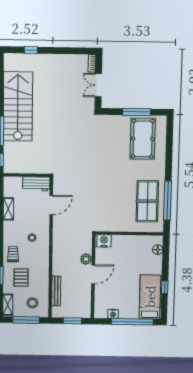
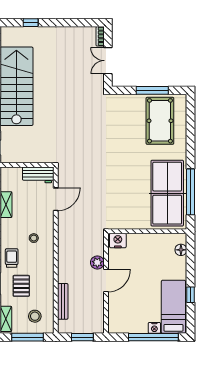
table tennis table: (147, 201) -> (167, 193), width x1.36, depth x1.32
nightstand: (113, 314) -> (154, 328), moved

